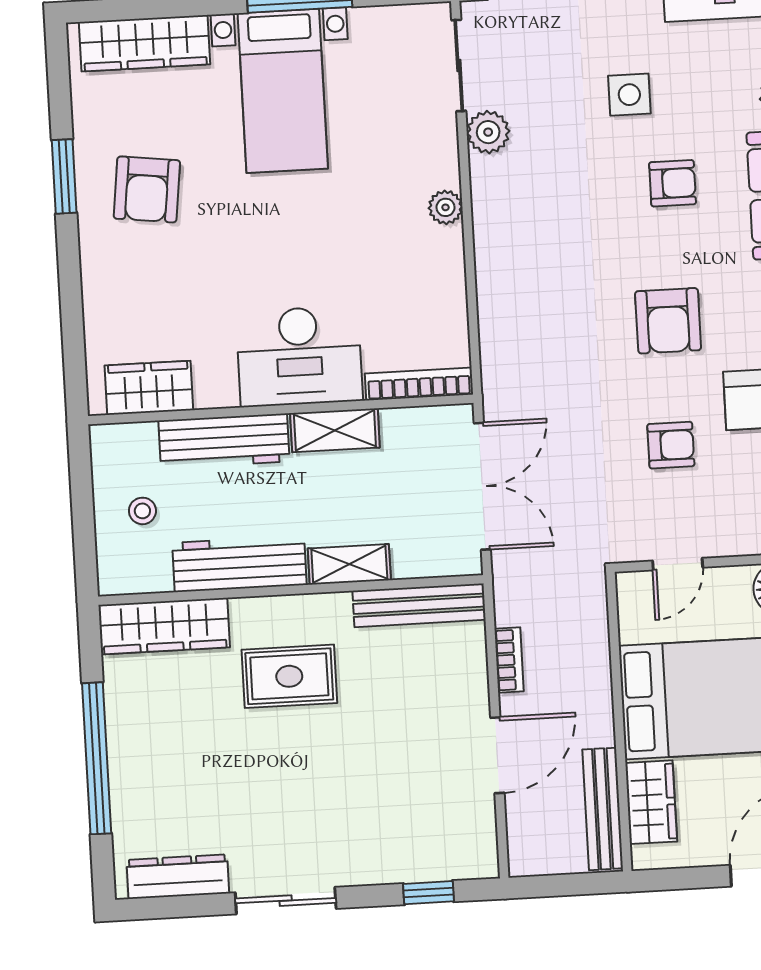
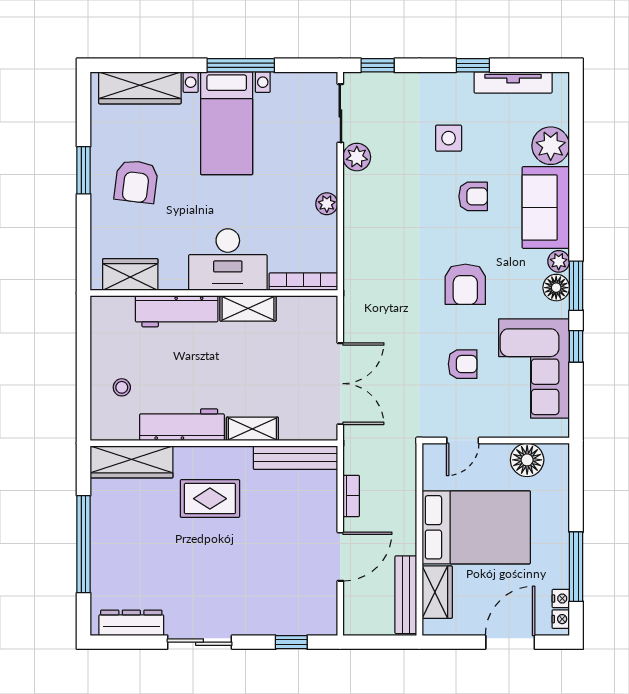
desk: (299, 356) -> (228, 260), moved
bookcase: (419, 384) -> (303, 282), moved
wardrobe: (149, 388) -> (130, 274), moved
wall: (281, 410) -> (214, 293), moved
shelving: (335, 430) -> (248, 308), moved
workbench: (224, 441) -> (177, 311), moved

